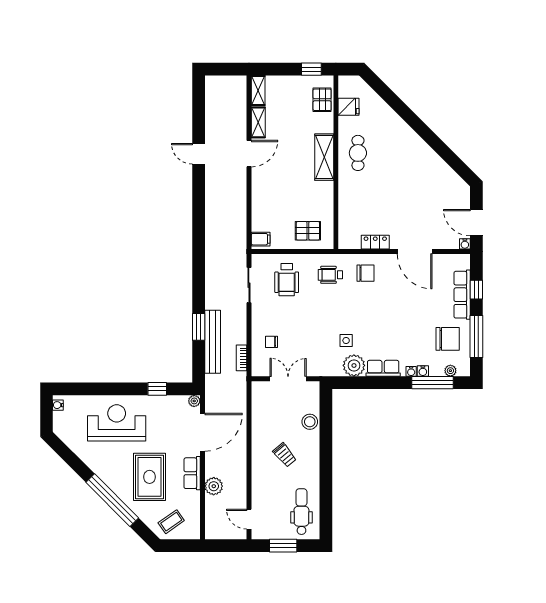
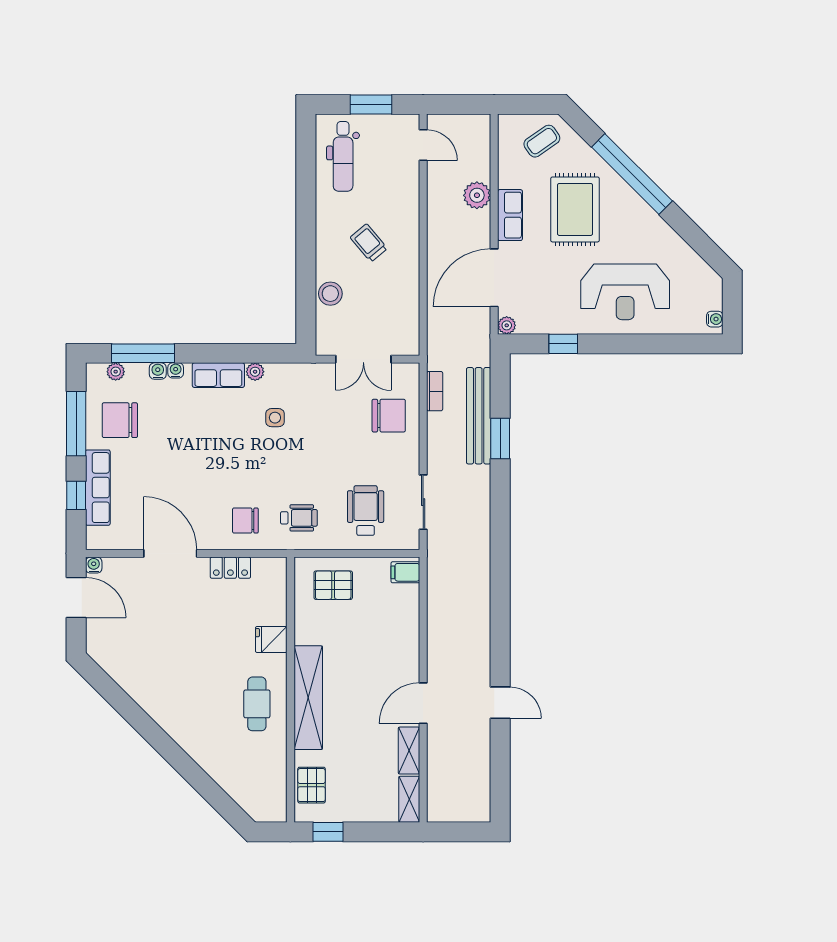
fridge: (349, 107) -> (271, 640), moved
shelving: (324, 157) -> (308, 698), width x1.47
chair: (272, 342) -> (389, 416), width x1.87, depth x1.87
plant: (354, 365) -> (255, 372), width x0.53, depth x0.53

